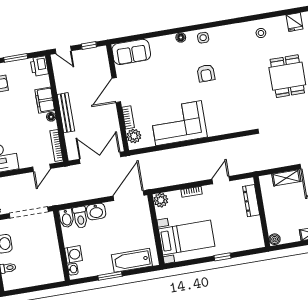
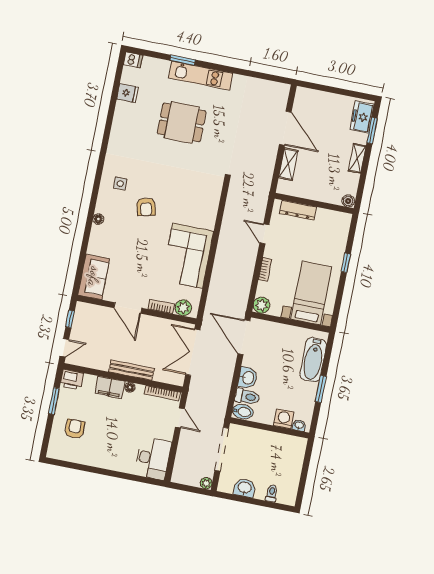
stool: (261, 33) -> (126, 133), removed
side table: (203, 38) -> (120, 184), moved
armchair: (206, 73) -> (146, 207), turned 76

